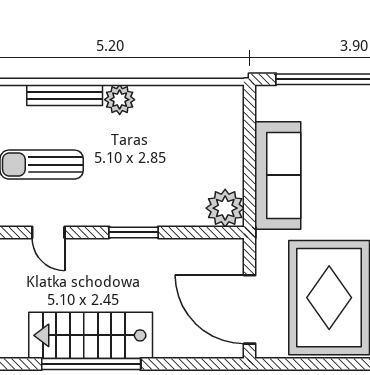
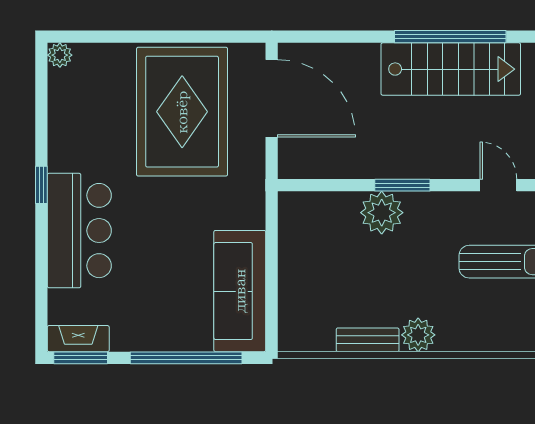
bench: (65, 95) -> (368, 340), moved, width x0.73
sofa: (278, 175) -> (240, 291), moved
plant: (225, 208) -> (382, 213), moved

